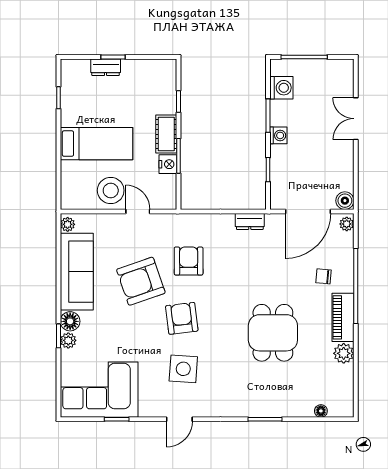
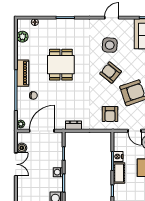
double door: (356, 119) -> (16, 164), moved
boiler: (345, 201) -> (22, 148), moved
armchair: (189, 261) -> (110, 114), moved
armchair: (182, 318) -> (111, 73), turned 136
plant: (344, 353) -> (22, 37), moved

